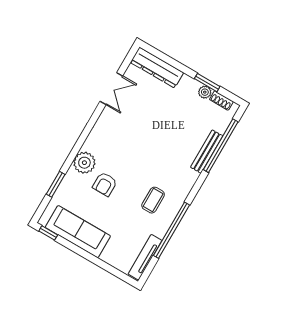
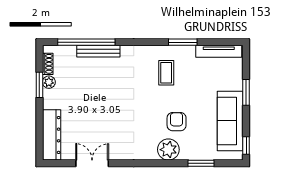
armchair: (105, 184) -> (177, 122), turned -90
coffee table: (153, 200) -> (166, 73), turned 90
window: (172, 230) -> (183, 42), width x0.47
window: (95, 260) -> (246, 92), added

